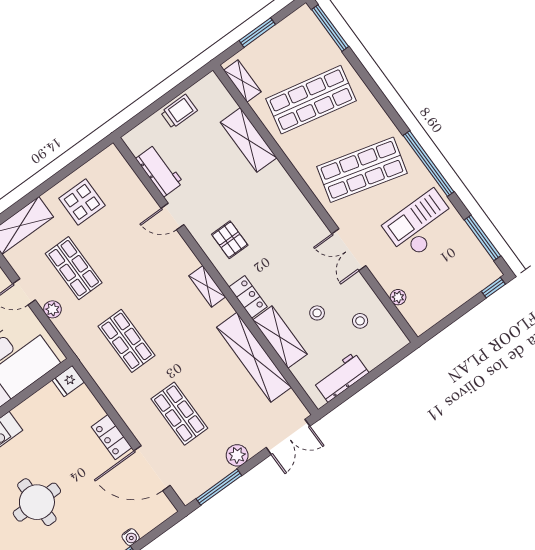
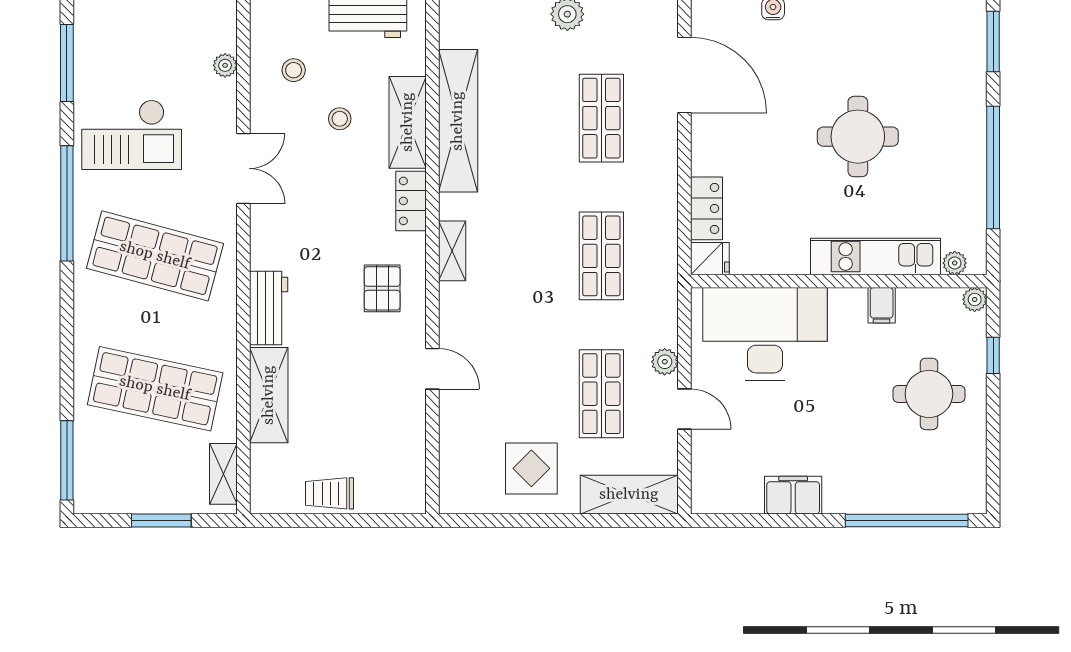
workbench: (159, 171) -> (269, 308), moved, turned 180
locker: (112, 437) -> (707, 208), moved

